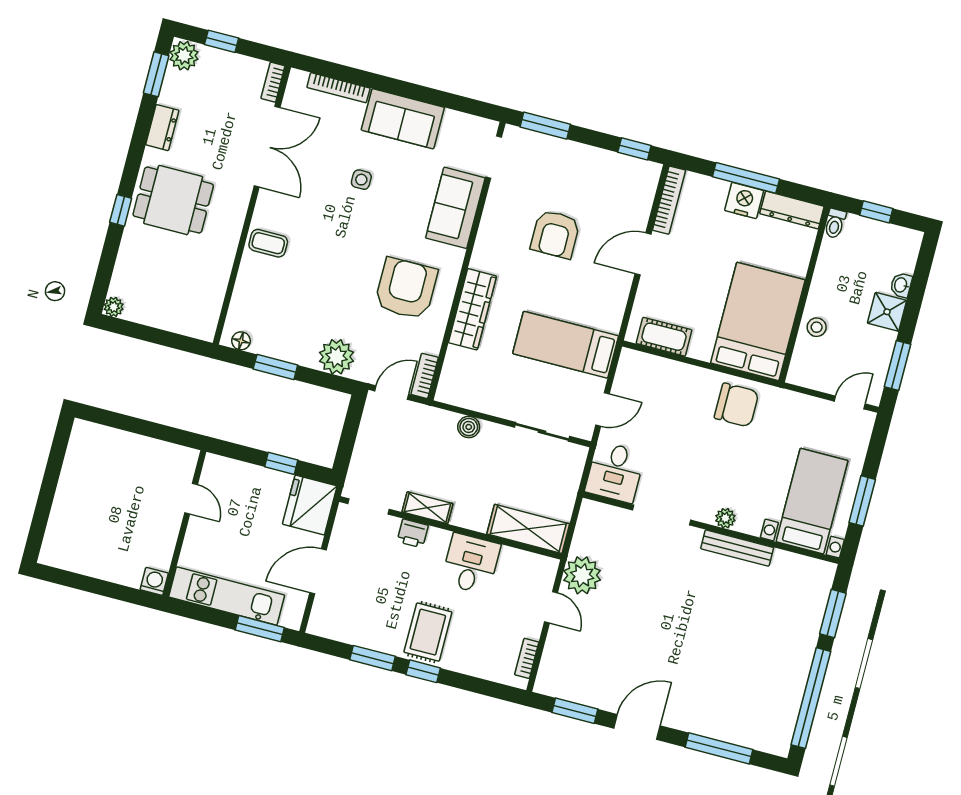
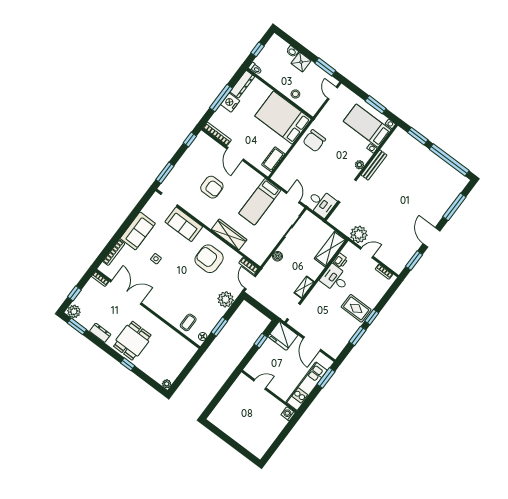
coffee table: (268, 243) -> (188, 322), moved
chair: (737, 405) -> (314, 141), turned 180
printer: (413, 533) -> (340, 260), moved

